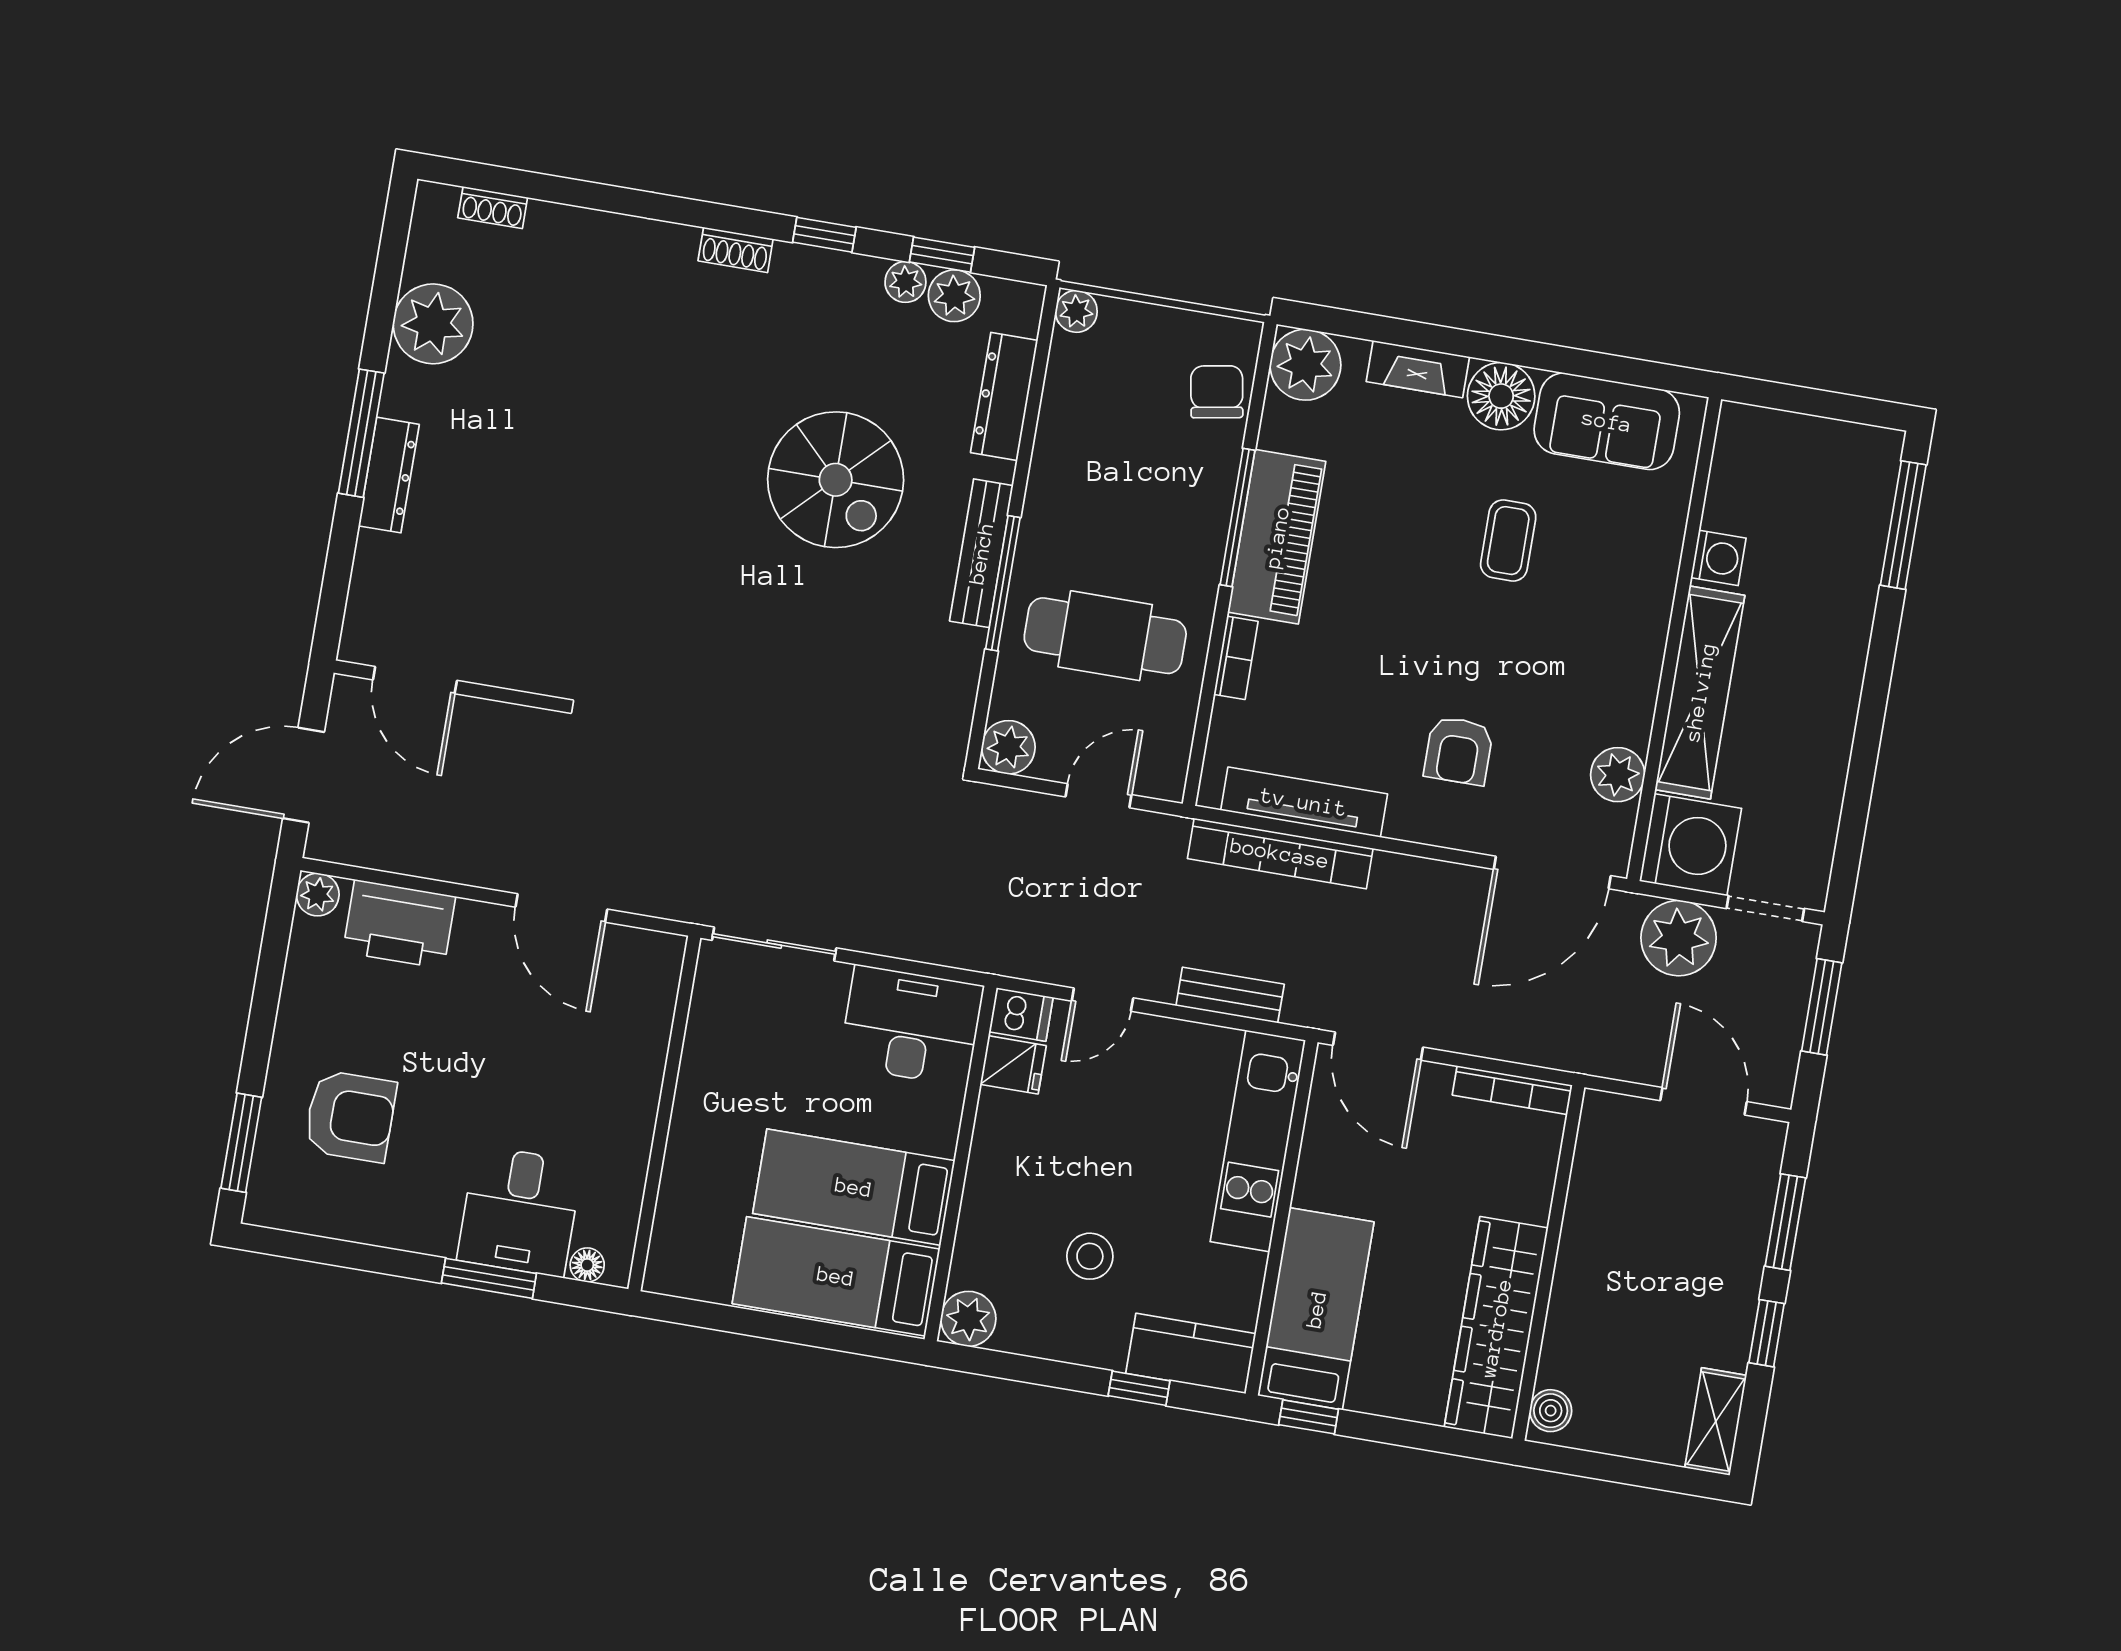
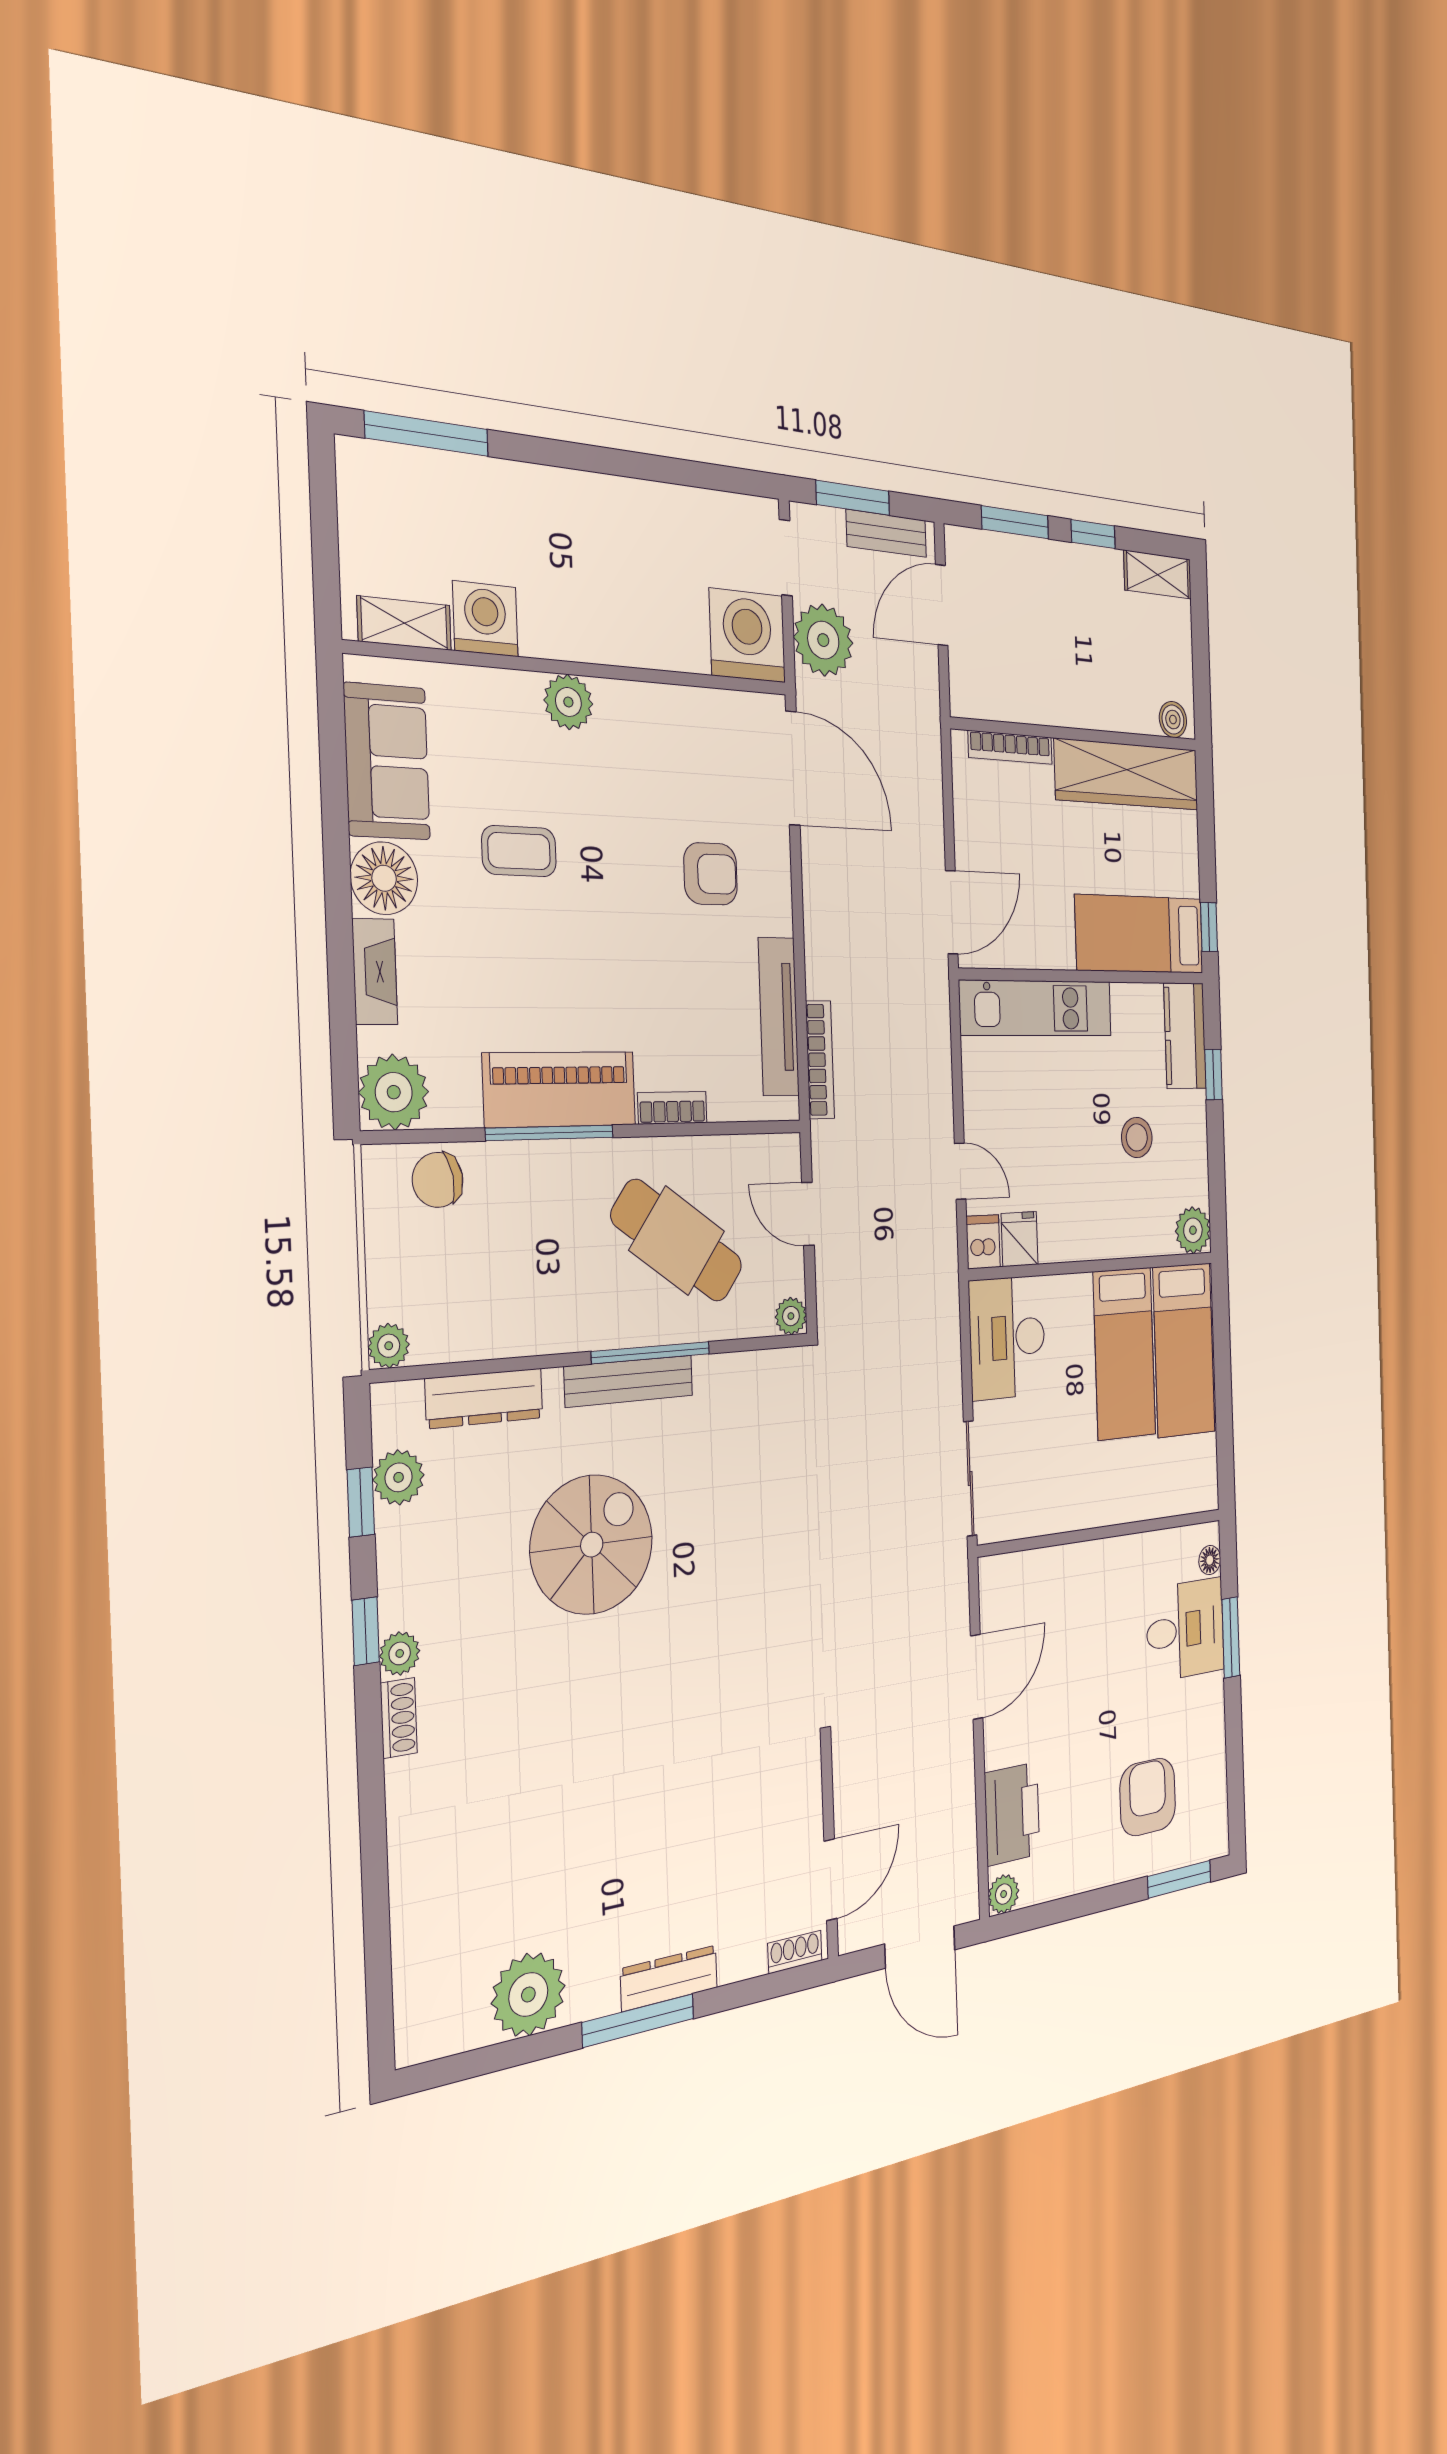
shoe rack: (493, 208) -> (795, 1952), moved, turned -90
plant: (905, 282) -> (400, 1653), moved
washing machine: (1718, 558) -> (485, 619), width x1.38, depth x1.38
cafe table: (1105, 636) -> (677, 1241), turned -54
shelving: (1700, 692) -> (404, 623), moved, width x0.45, depth x0.75
plant: (1008, 747) -> (791, 1316), width x0.73, depth x0.73
plant: (1618, 775) -> (568, 702), moved
bookcase: (1280, 853) -> (820, 1060), width x0.68, depth x0.76
bench: (1230, 995) -> (886, 533), moved, turned 90
bookcase: (1512, 1090) -> (1010, 747), moved, turned 90

